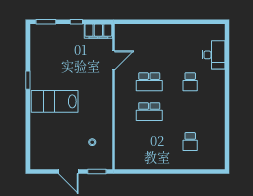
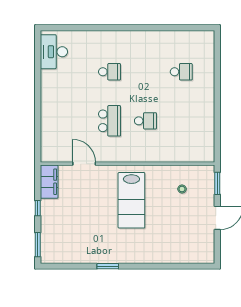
desk: (214, 55) -> (54, 52), moved, turned -90
lab bench: (55, 101) -> (131, 200), moved
school desk: (149, 112) -> (145, 121), width x0.54

